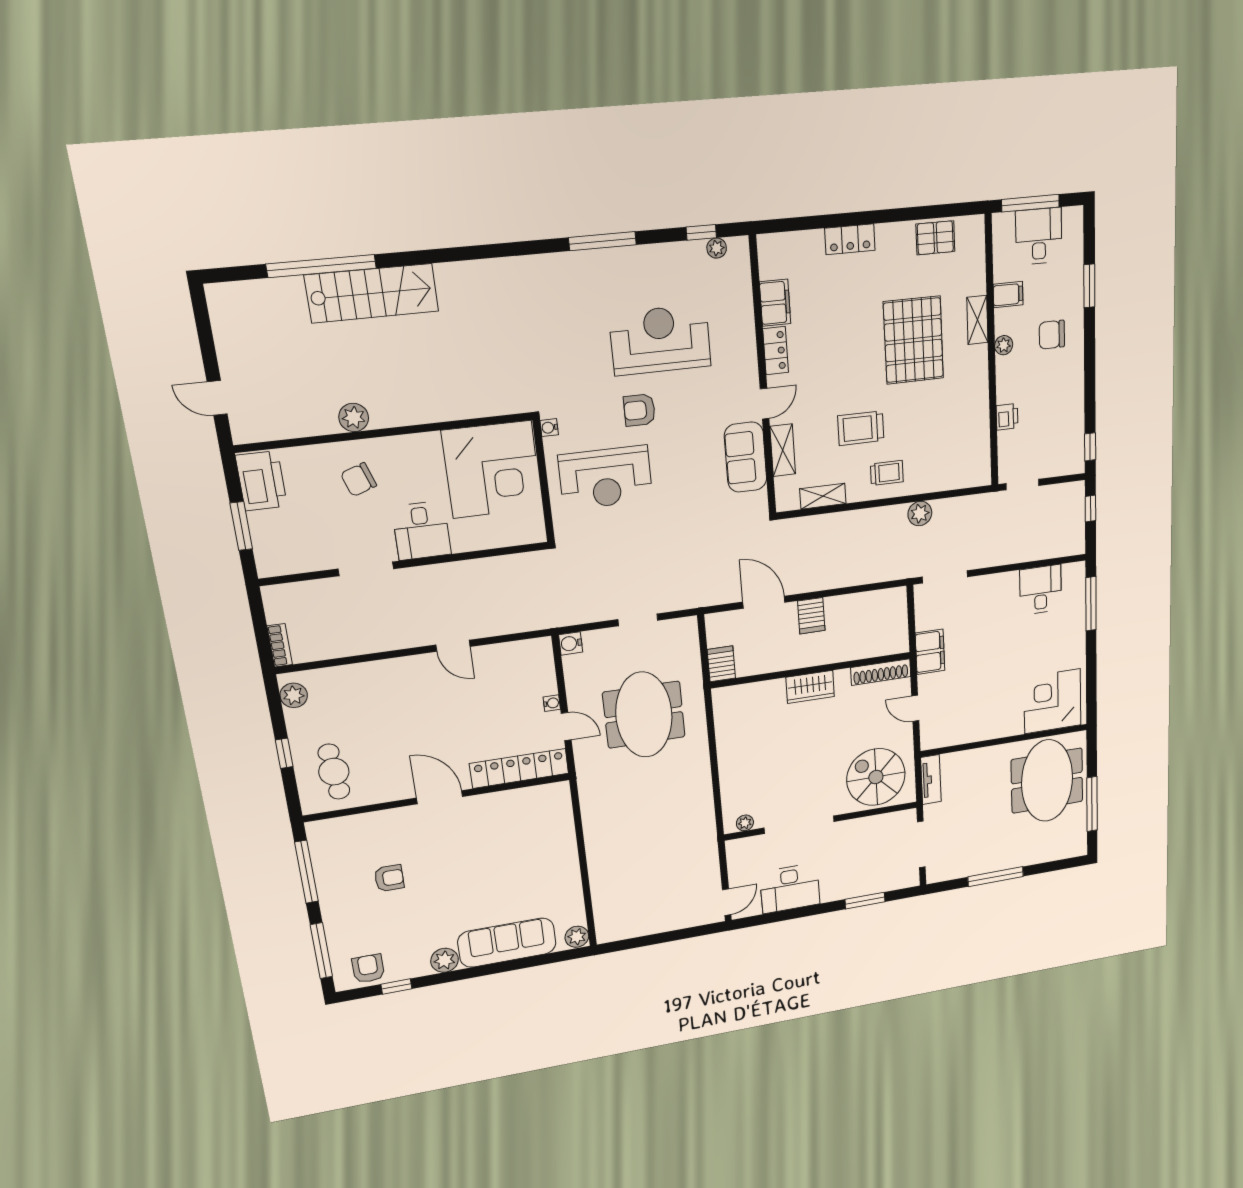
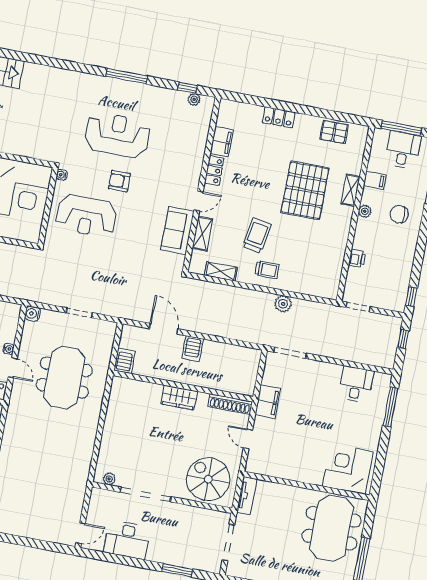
reception desk: (660, 340) -> (117, 135), moved
trolley: (861, 428) -> (257, 235), turned 100

